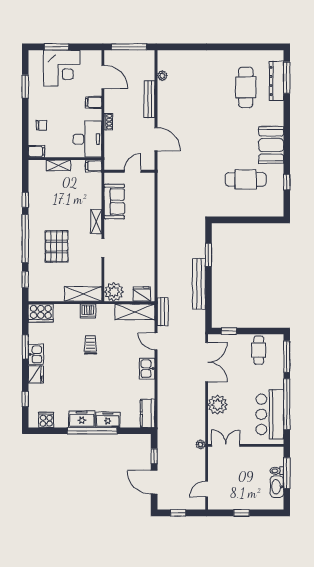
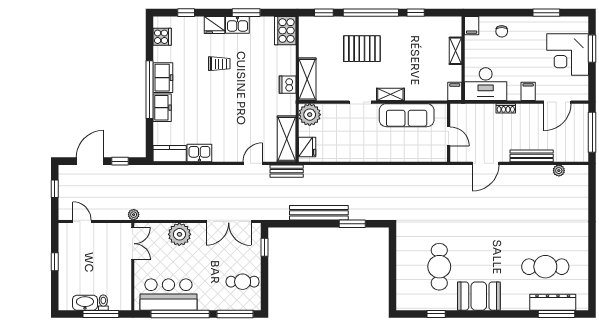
sofa: (114, 201) -> (407, 115), width x1.36
trolley: (90, 345) -> (219, 64), moved
kitchen sink: (147, 369) -> (199, 153), moved

